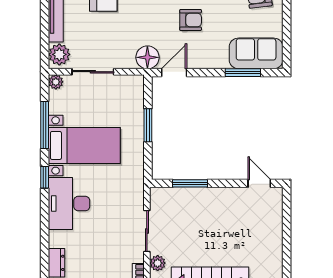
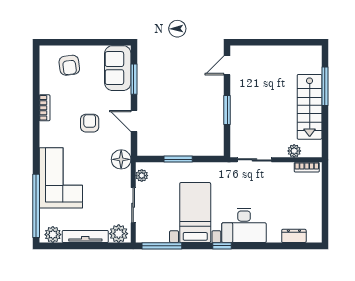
door: (174, 73) -> (134, 121), moved
plant: (56, 82) -> (142, 176), moved
window: (45, 125) -> (162, 246), moved
window: (190, 183) -> (227, 110), moved
sliding door: (147, 231) -> (254, 160), moved

